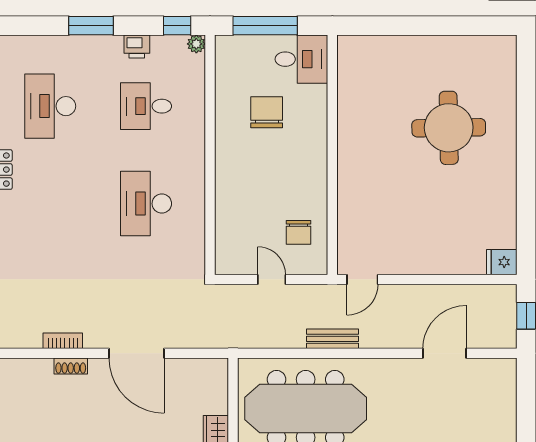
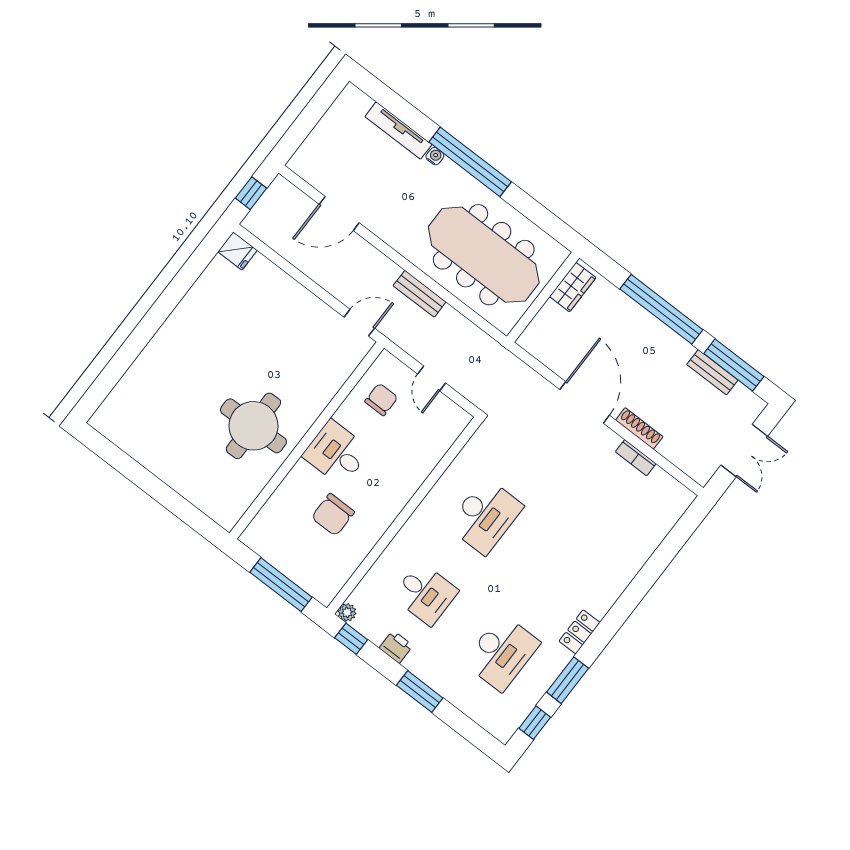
desk: (301, 59) -> (336, 453), moved
round table: (449, 128) -> (253, 426), moved
shoe rack: (71, 366) -> (639, 428), width x1.43

